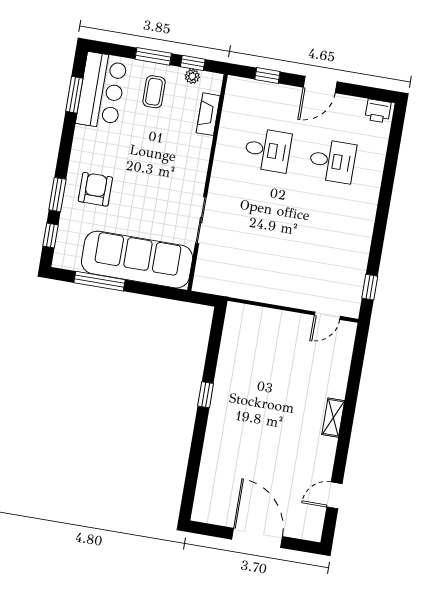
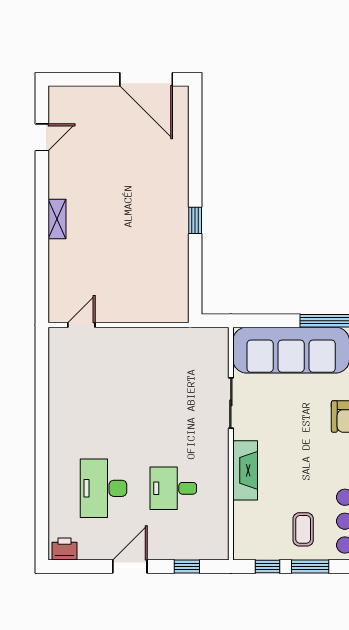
plant: (192, 76) -> (266, 552), removed
fireplace: (208, 114) -> (245, 470), moved, width x1.37, depth x1.32
desk: (332, 161) -> (104, 488), width x1.37
window: (370, 287) -> (42, 363), removed
door: (257, 538) -> (146, 79), moved

